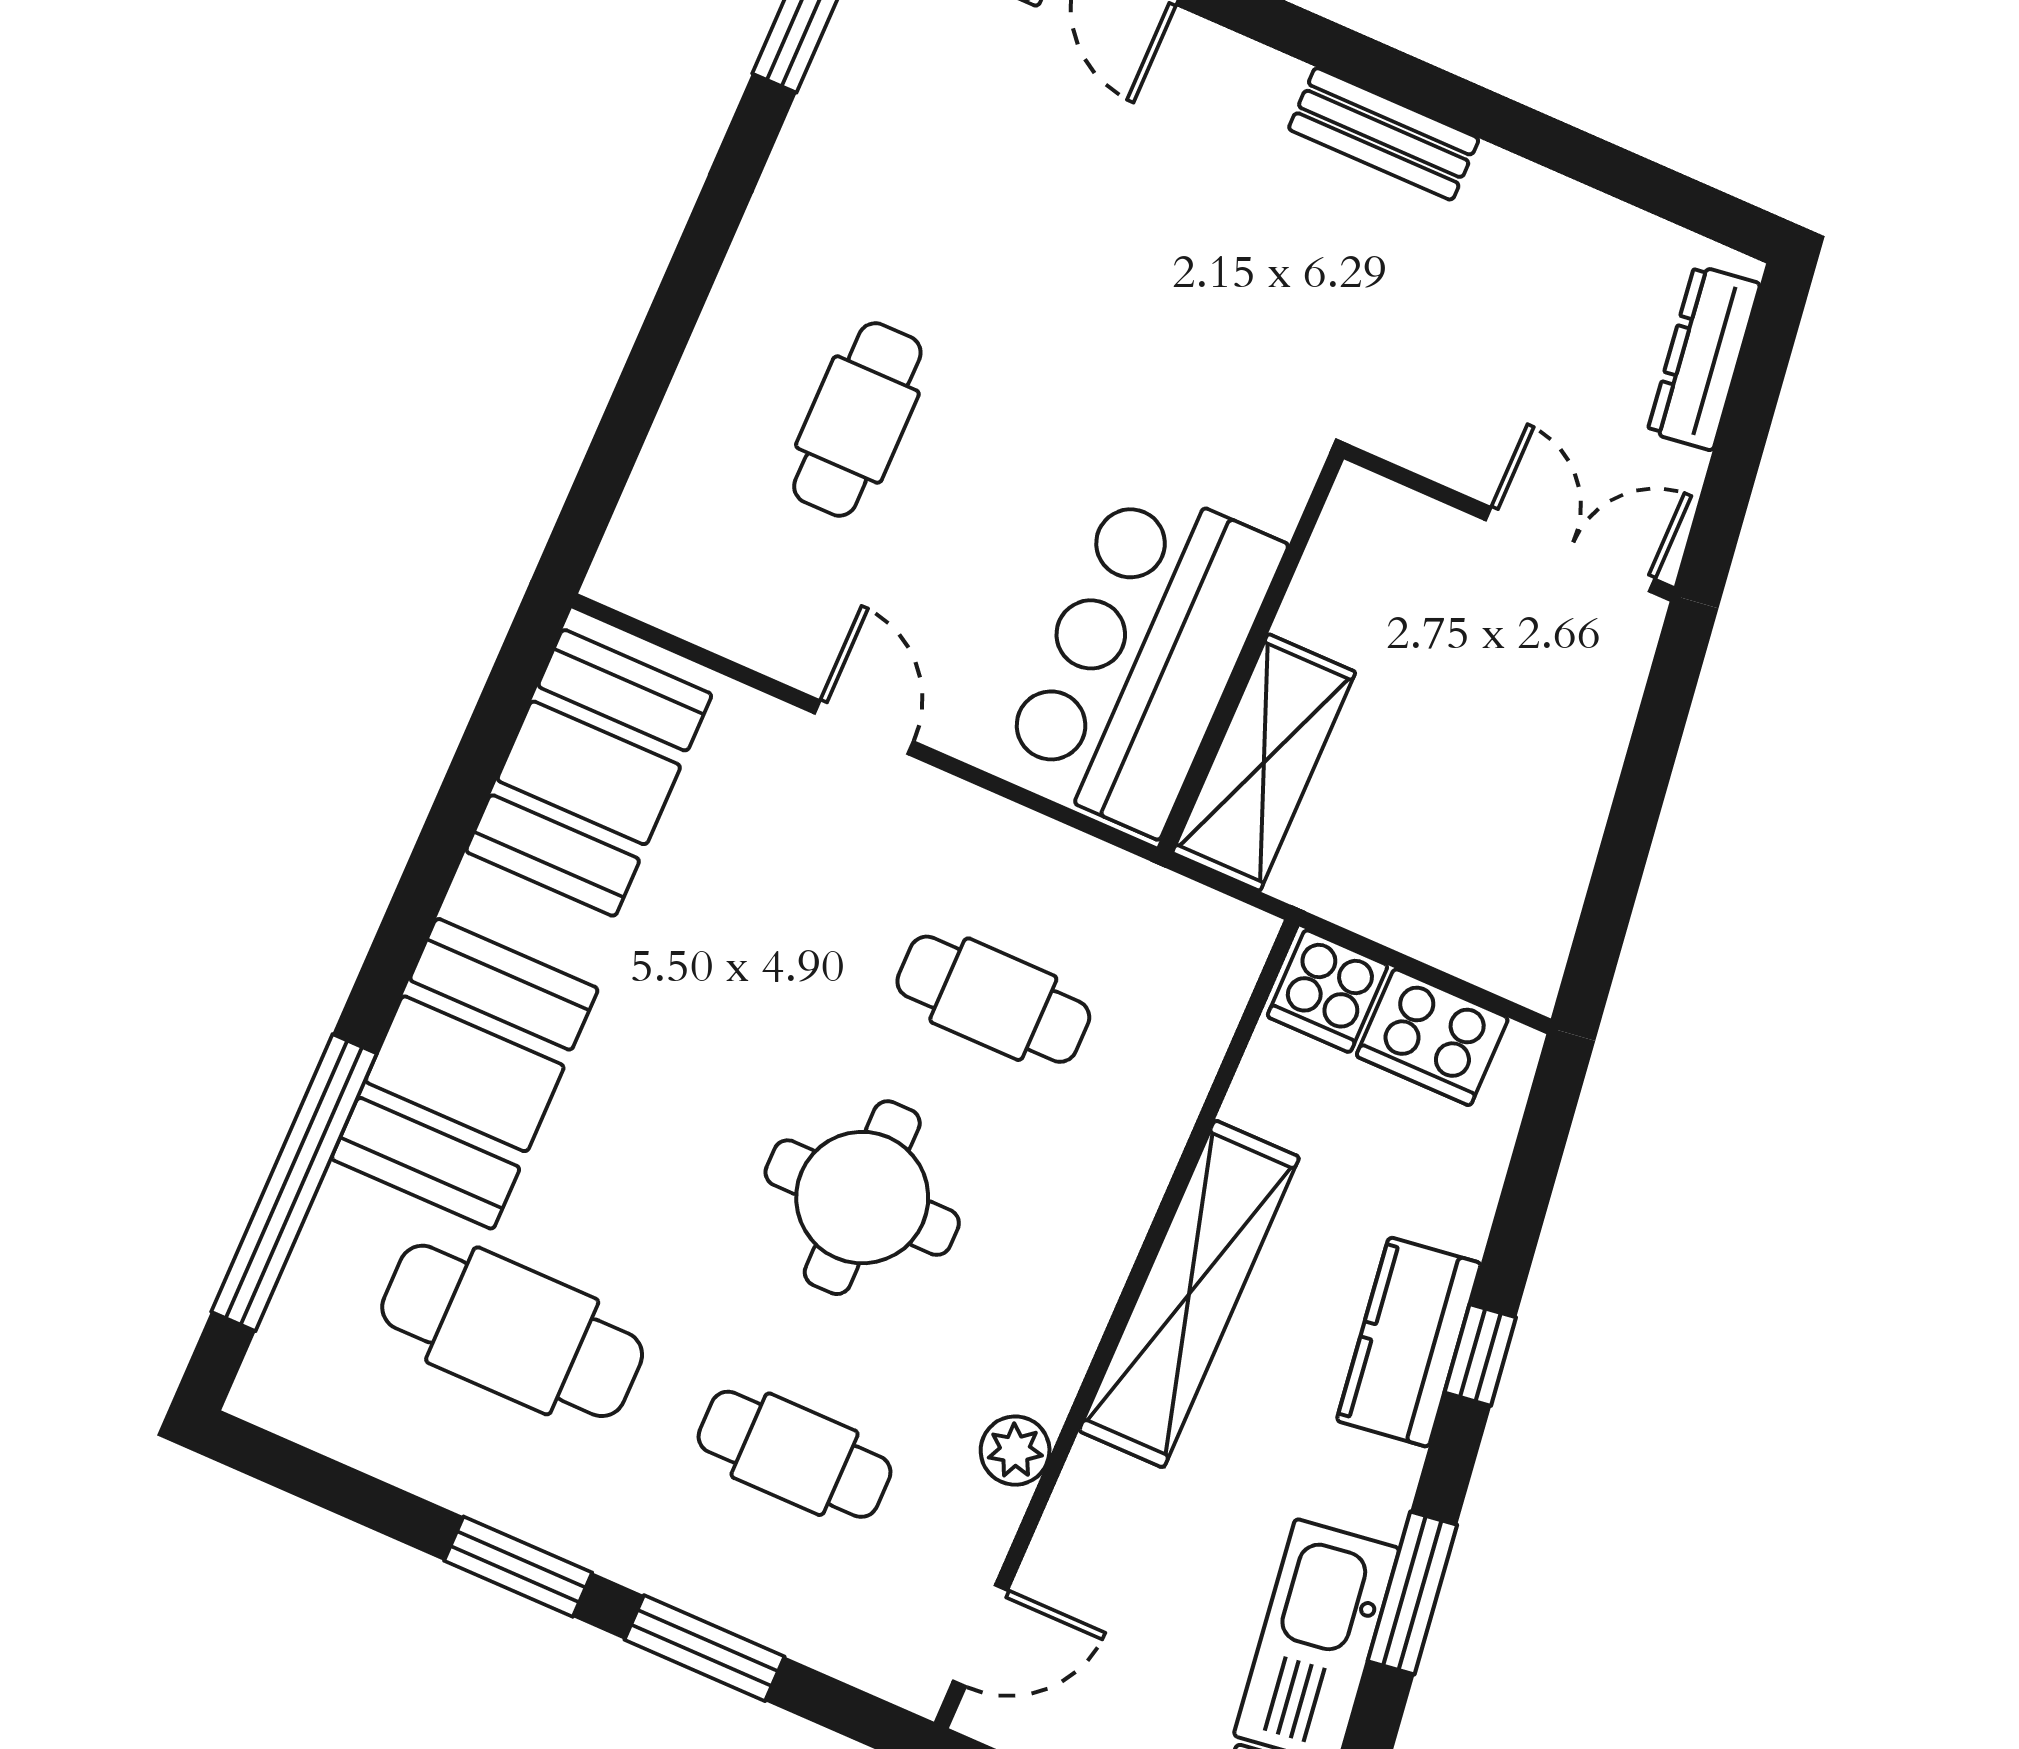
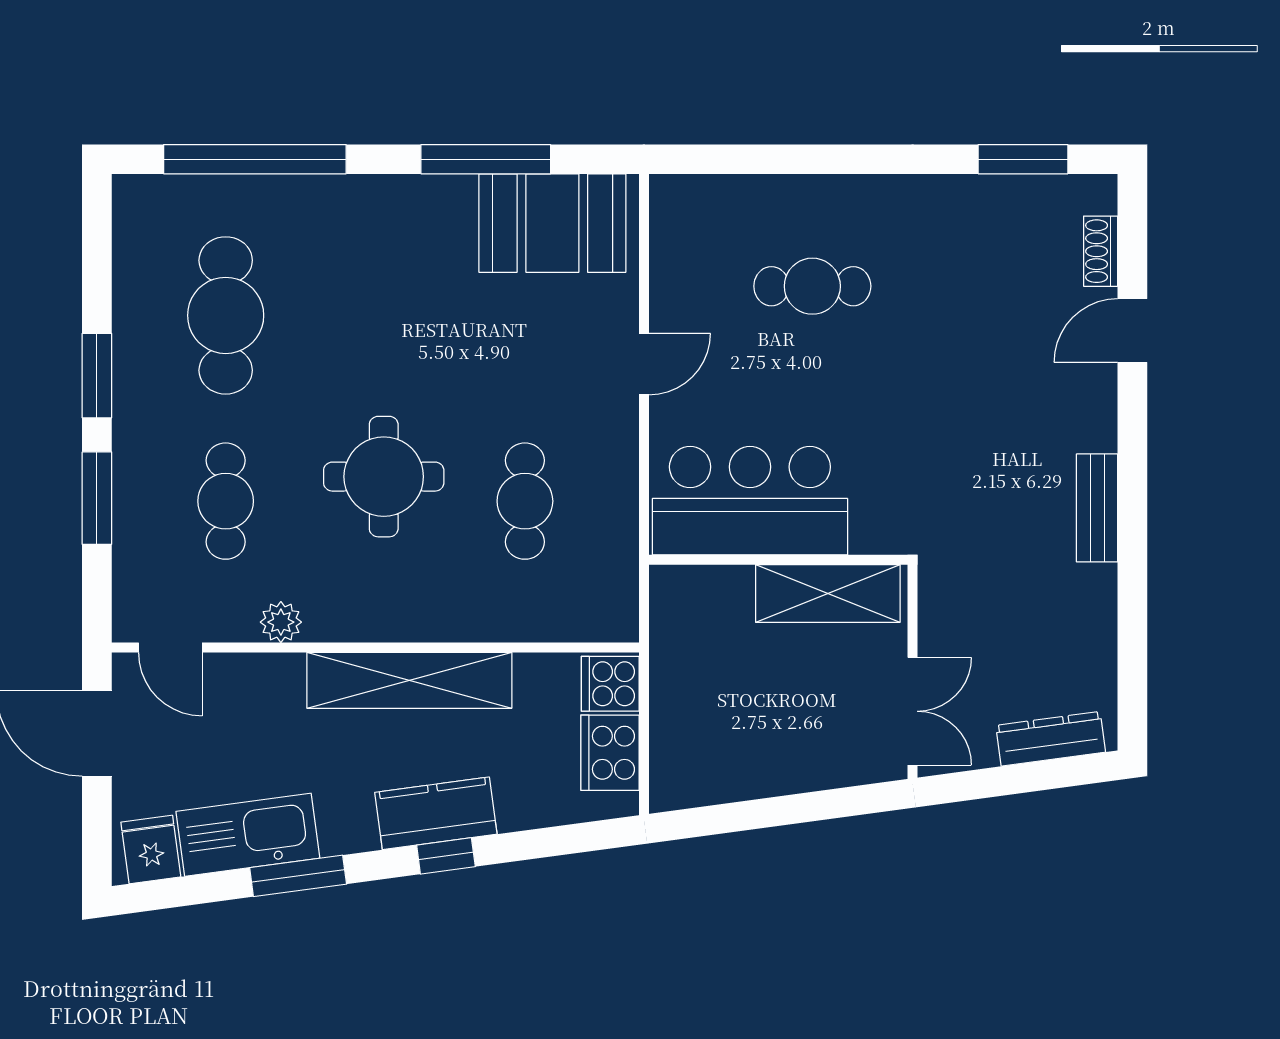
shelving: (1264, 762) -> (828, 593), moved
window: (447, 832) -> (486, 159), added
booth: (465, 1074) -> (356, 227), removed

